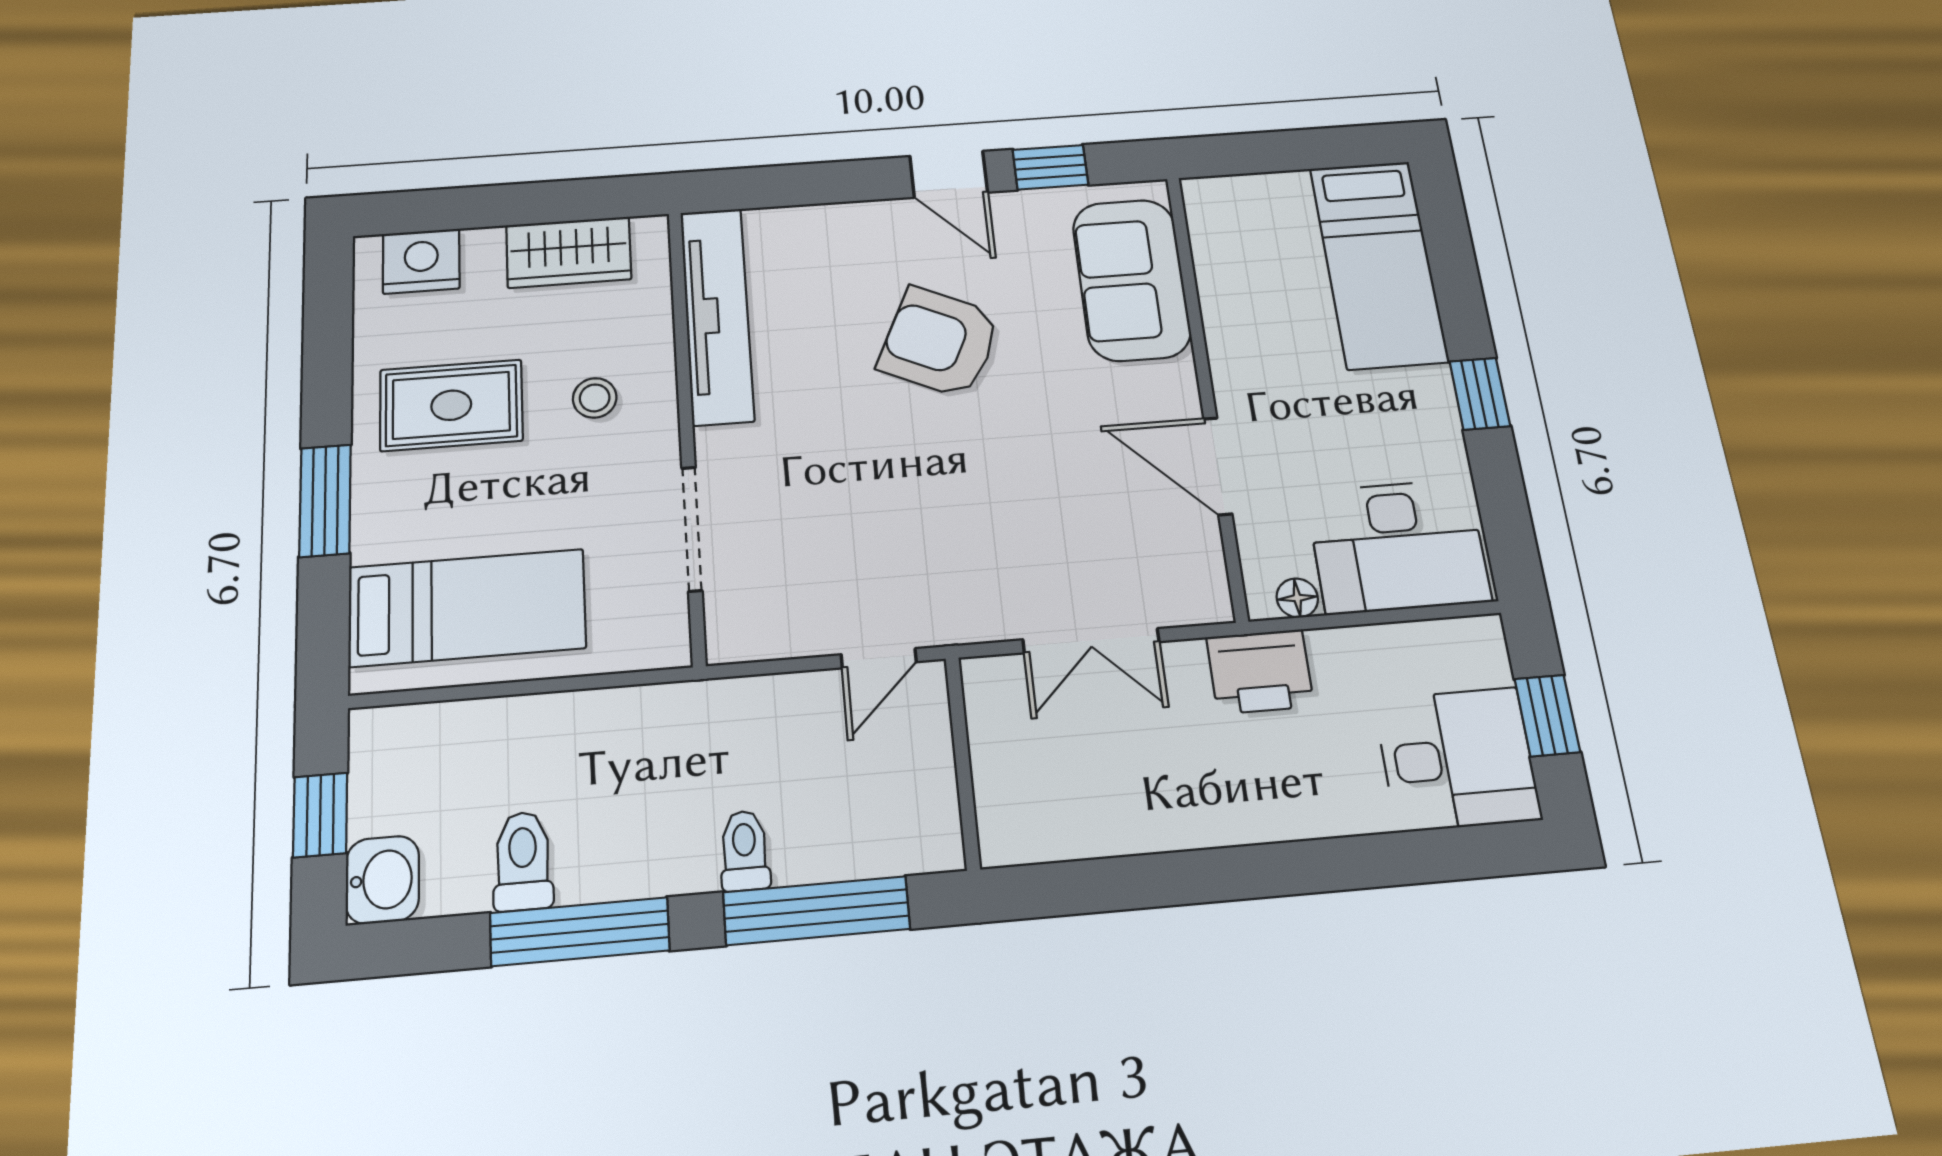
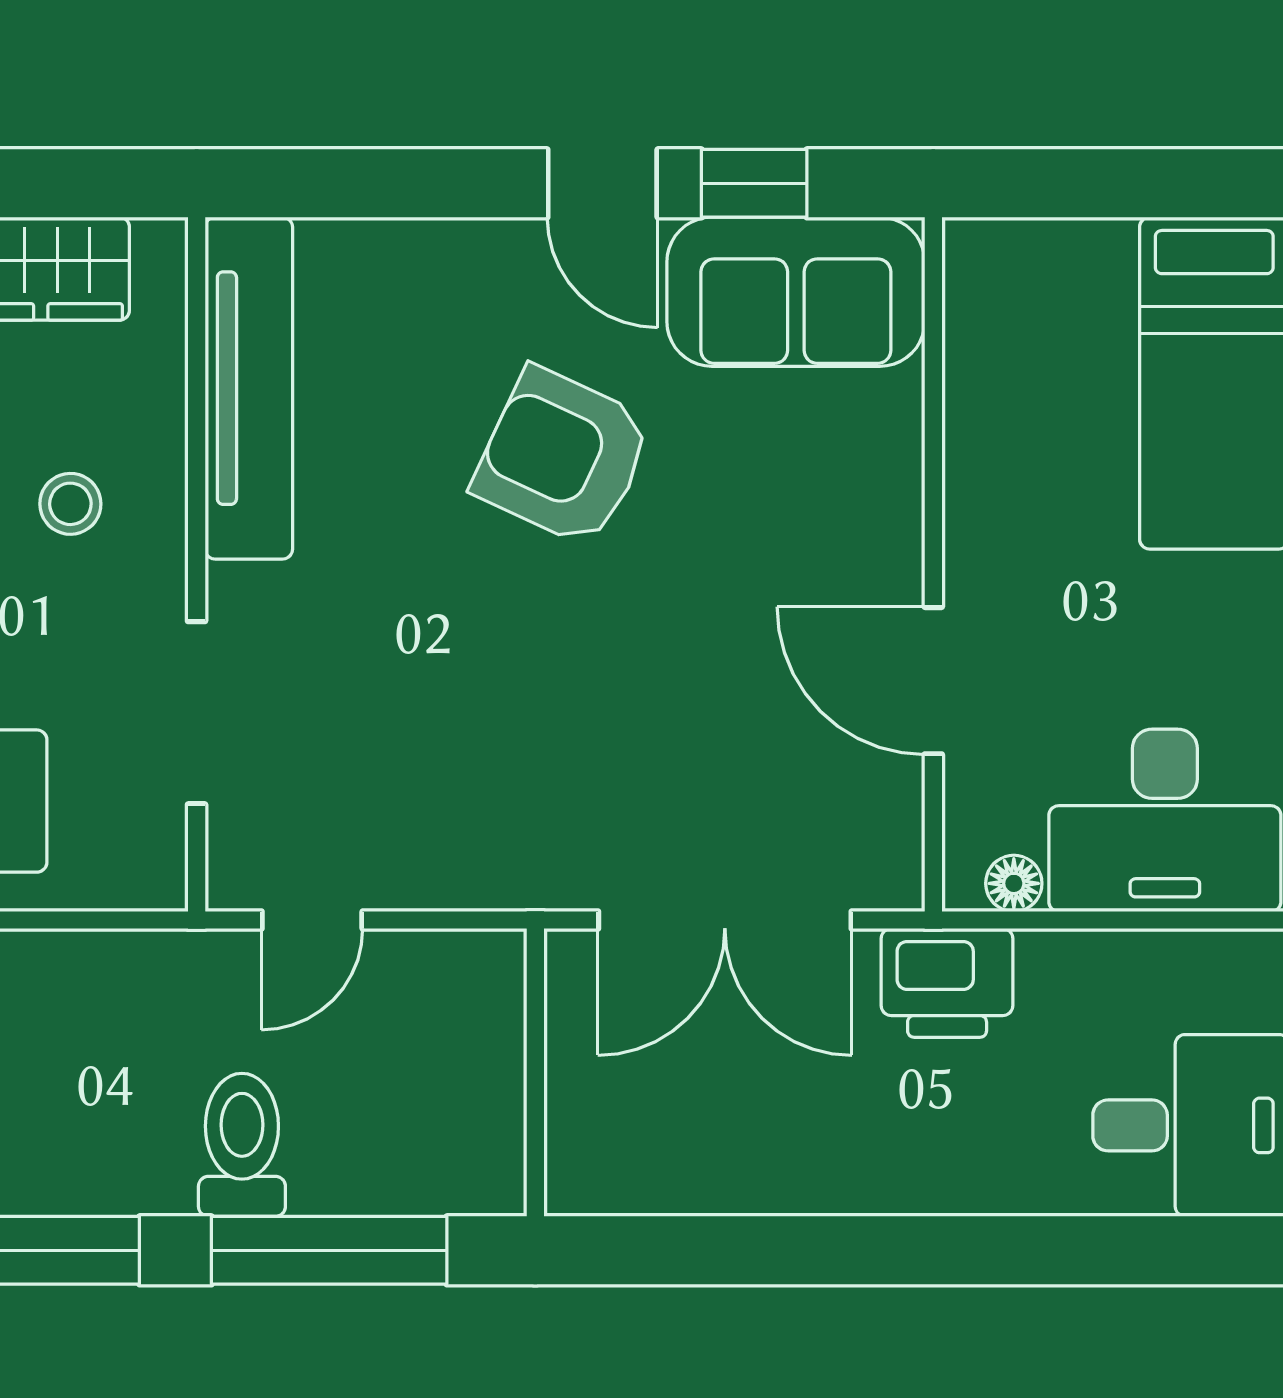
sofa: (1131, 280) -> (796, 292), moved, turned -90
double door: (1091, 641) -> (725, 920), width x1.37
door: (879, 658) -> (312, 920), moved
toilet: (745, 851) -> (242, 1145), width x1.37, depth x1.39

